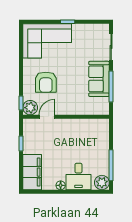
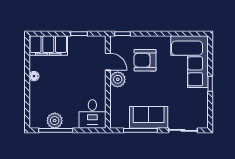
plant: (30, 108) -> (118, 79), moved
desk: (78, 176) -> (92, 114), moved, turned -90
plant: (102, 183) -> (55, 121), moved

